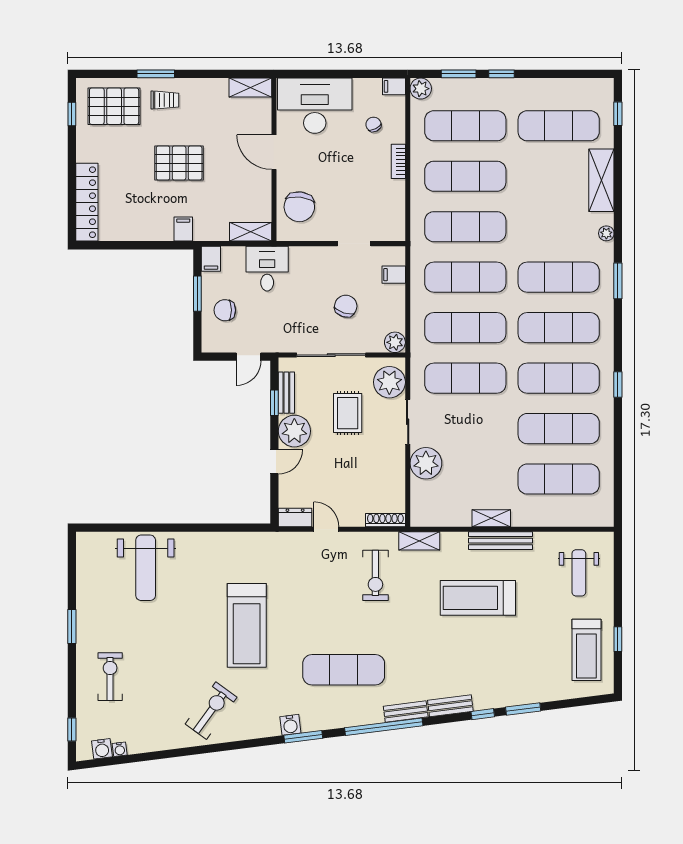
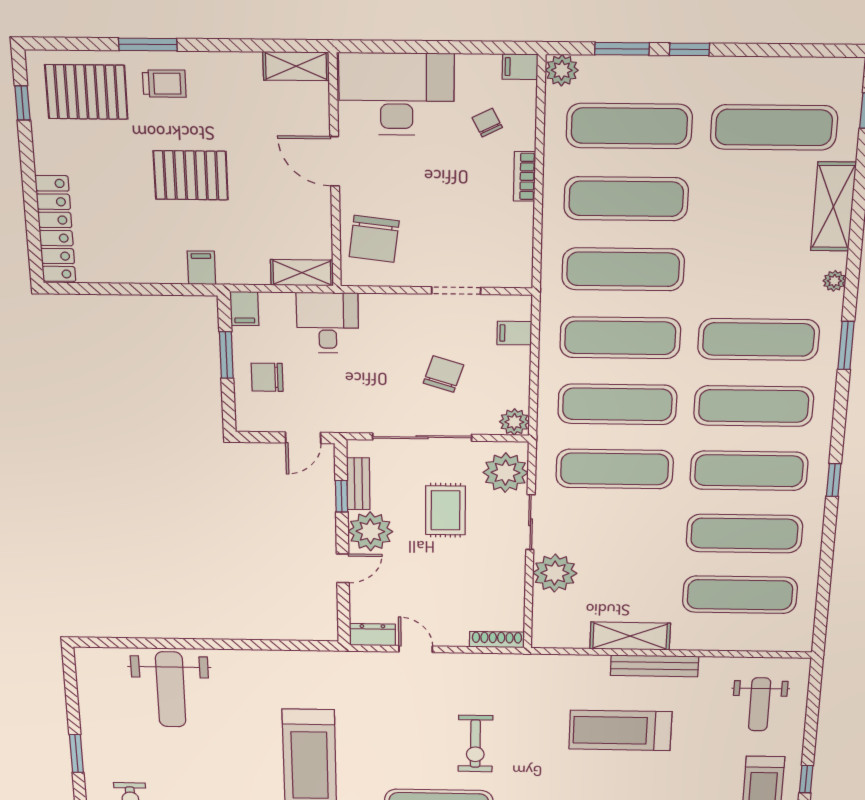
shelving: (491, 518) -> (630, 636), width x1.50, depth x1.33
shelving: (419, 541) -> (543, 664), removed
exercise bike: (375, 575) -> (475, 744), moved

